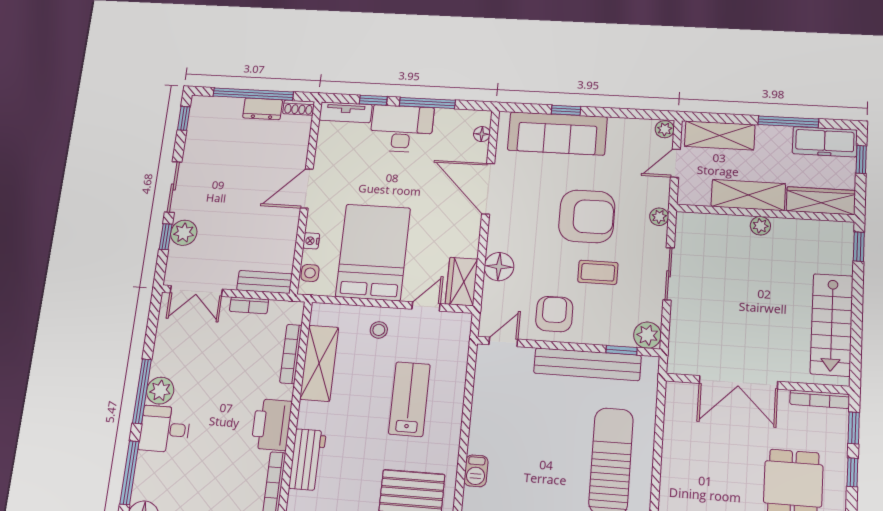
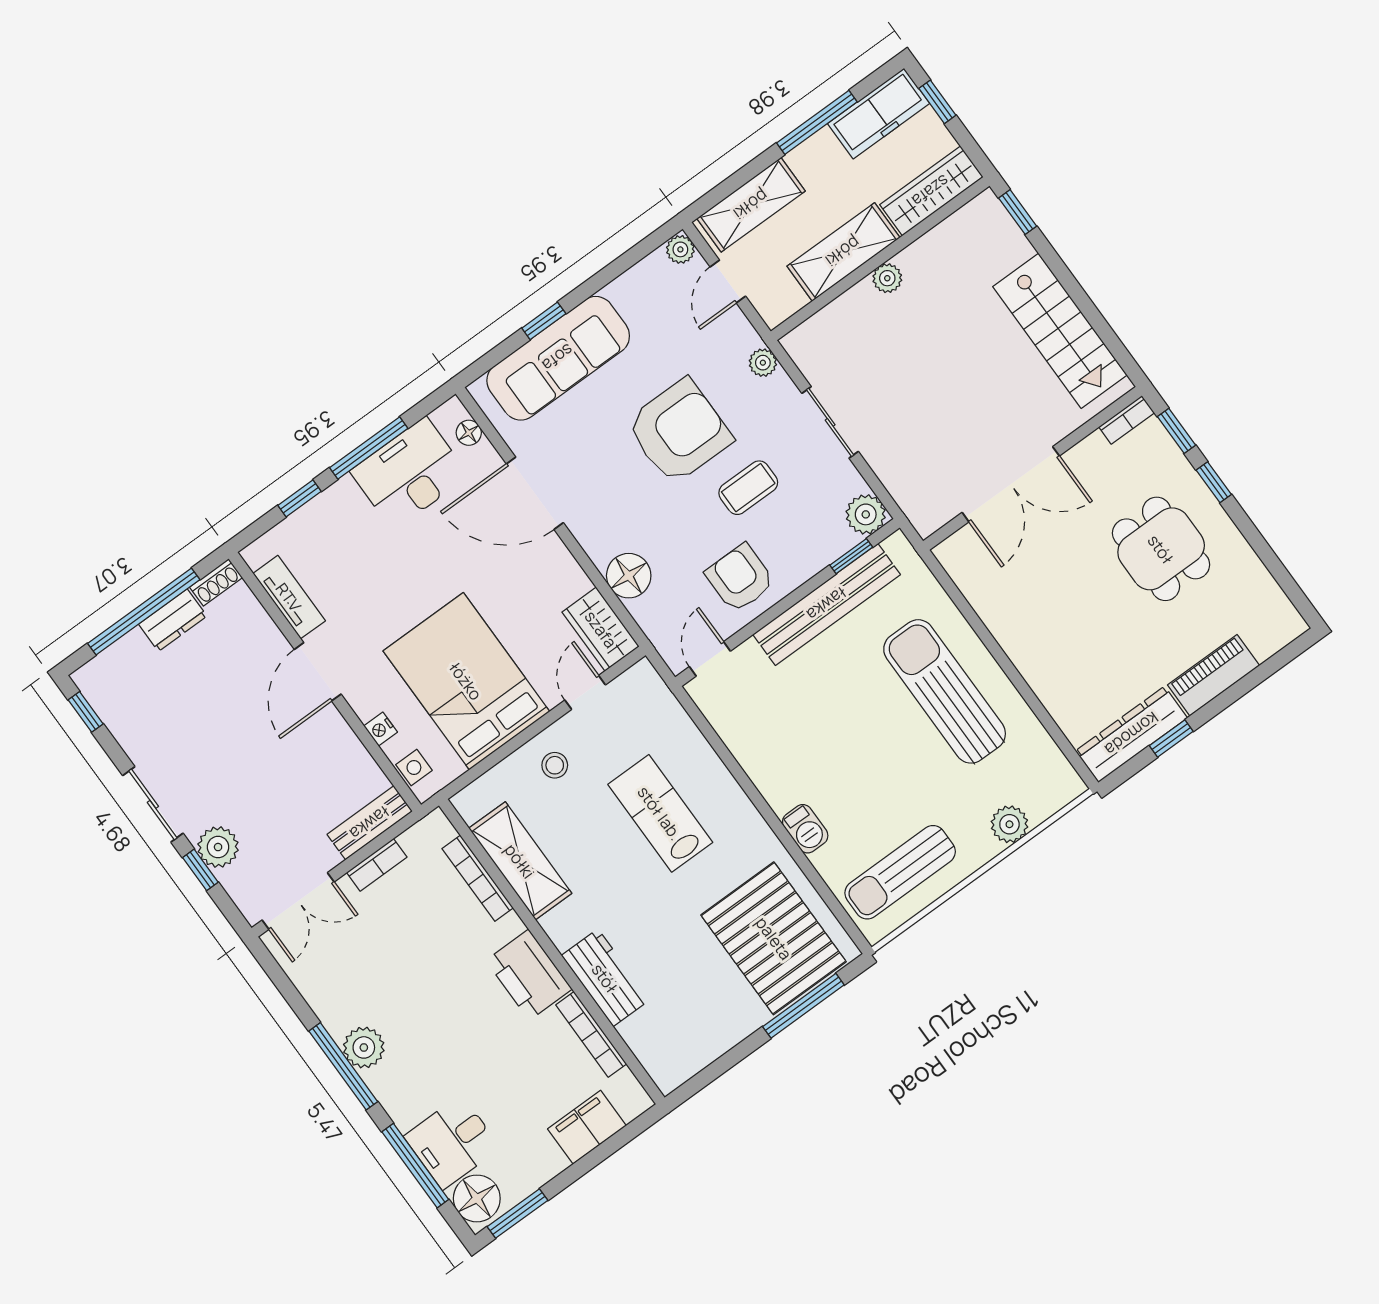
tv unit: (346, 112) -> (289, 597), moved, turned -90
desk: (402, 129) -> (410, 473), moved
bookcase: (820, 399) -> (1127, 420), width x0.64
desk: (165, 429) -> (452, 1142), moved

